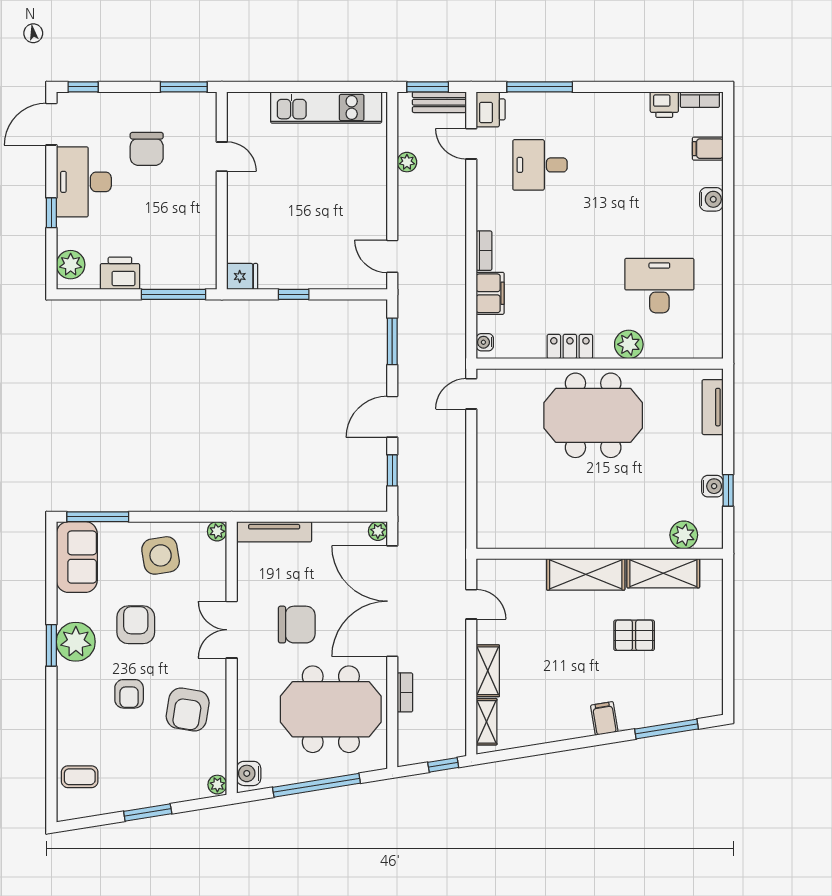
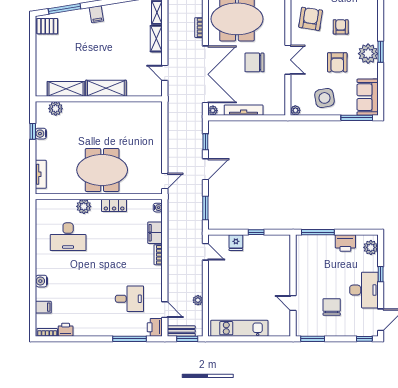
fridge: (242, 276) -> (236, 243), moved, turned -90
tv unit: (274, 532) -> (244, 110), moved
pallet: (634, 635) -> (47, 26), moved

